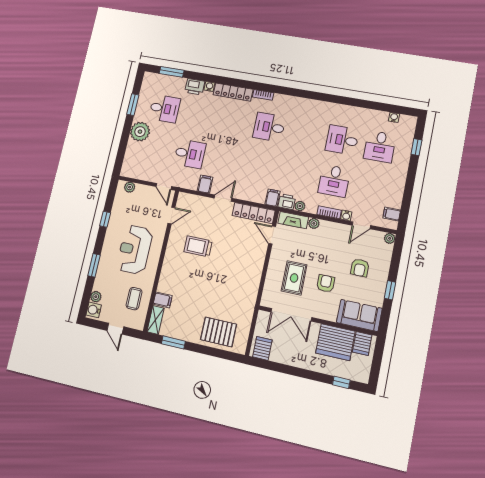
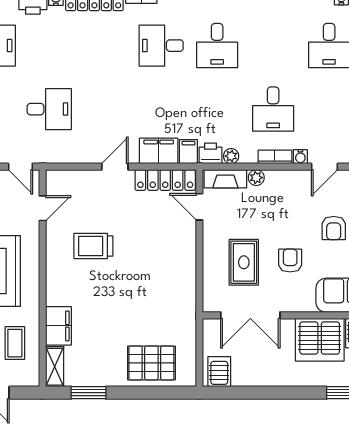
desk: (342, 140) -> (217, 46), moved, turned -90
filing cabinet: (205, 184) -> (159, 151), moved, width x2.00
filing cabinet: (163, 300) -> (58, 326), width x2.00

